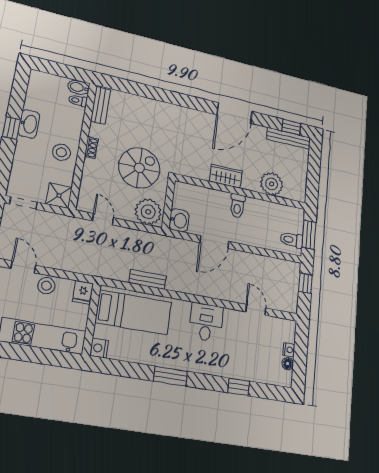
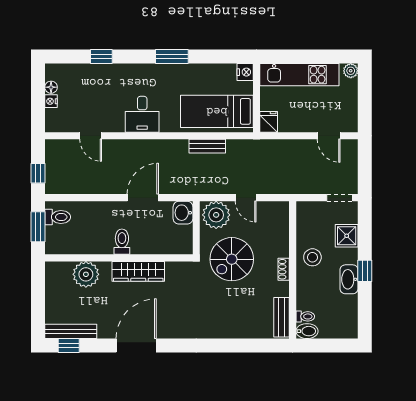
wardrobe: (226, 176) -> (138, 271), width x1.50
shower: (59, 196) -> (347, 236), moved
door: (103, 219) -> (246, 198), moved
stool: (46, 286) -> (304, 122), removed

